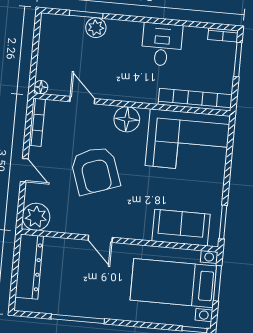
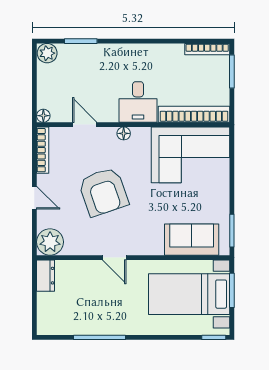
plant: (96, 28) -> (47, 53), moved
bookcase: (223, 35) -> (207, 49), width x1.56
desk: (162, 45) -> (138, 102), moved, turned 180
floor lamp: (127, 119) -> (124, 133), width x0.53, depth x0.53
dresser: (29, 267) -> (46, 276), width x0.51, depth x0.80

